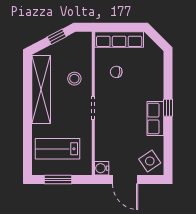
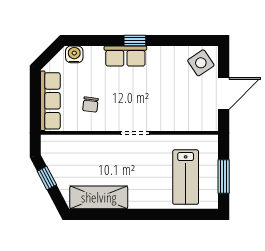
stool: (74, 79) -> (99, 156), removed
shelving: (41, 89) -> (99, 197), width x0.68
row of seats: (155, 119) -> (125, 56), moved
water cooler: (102, 168) -> (74, 54), moved, turned 180

